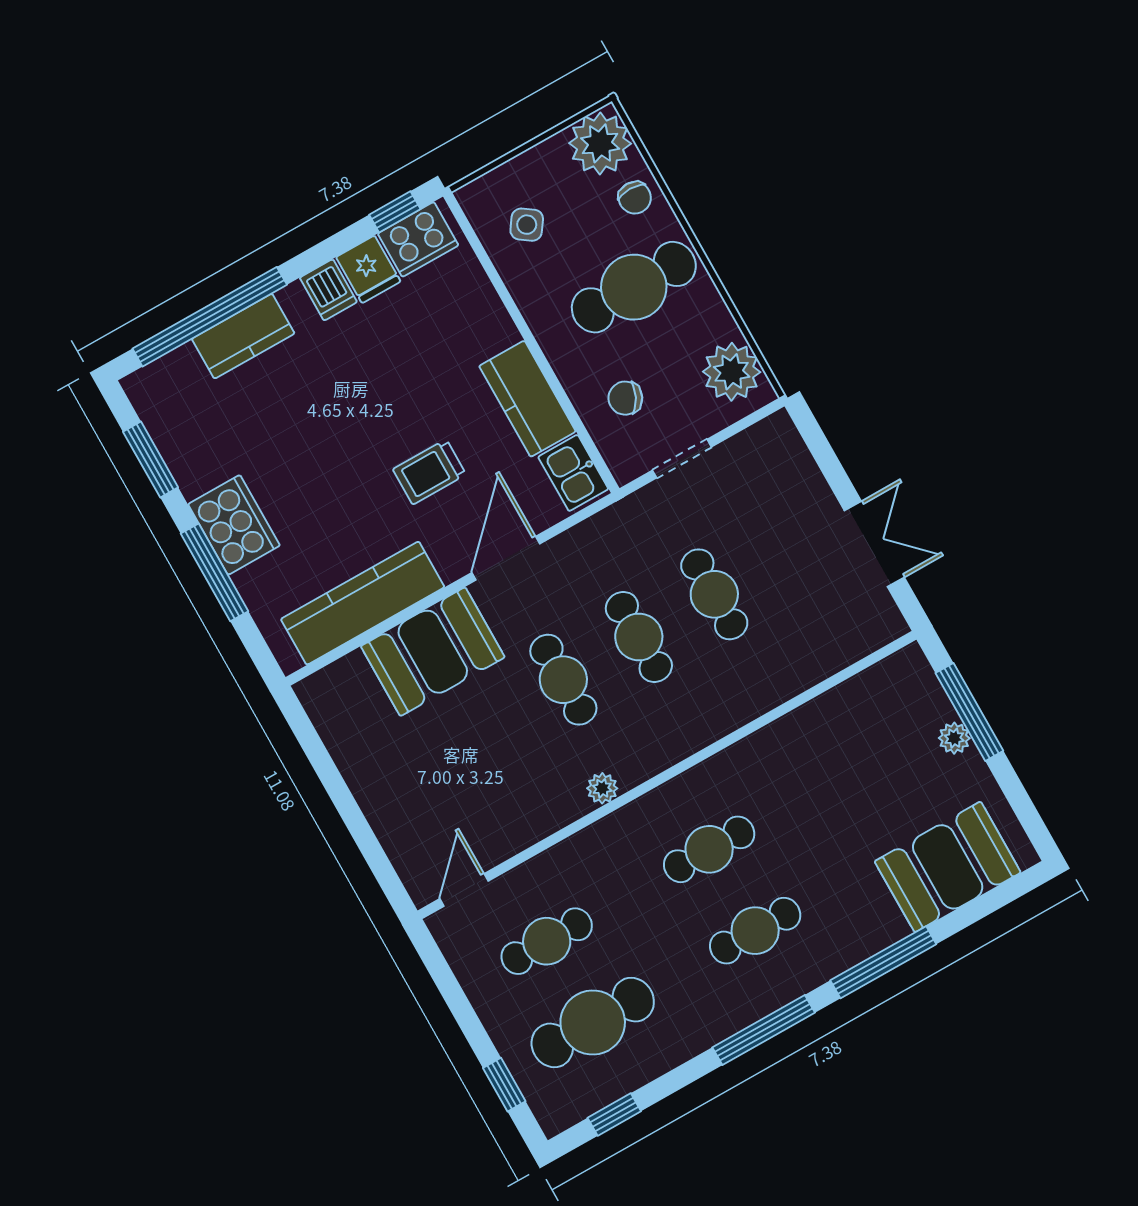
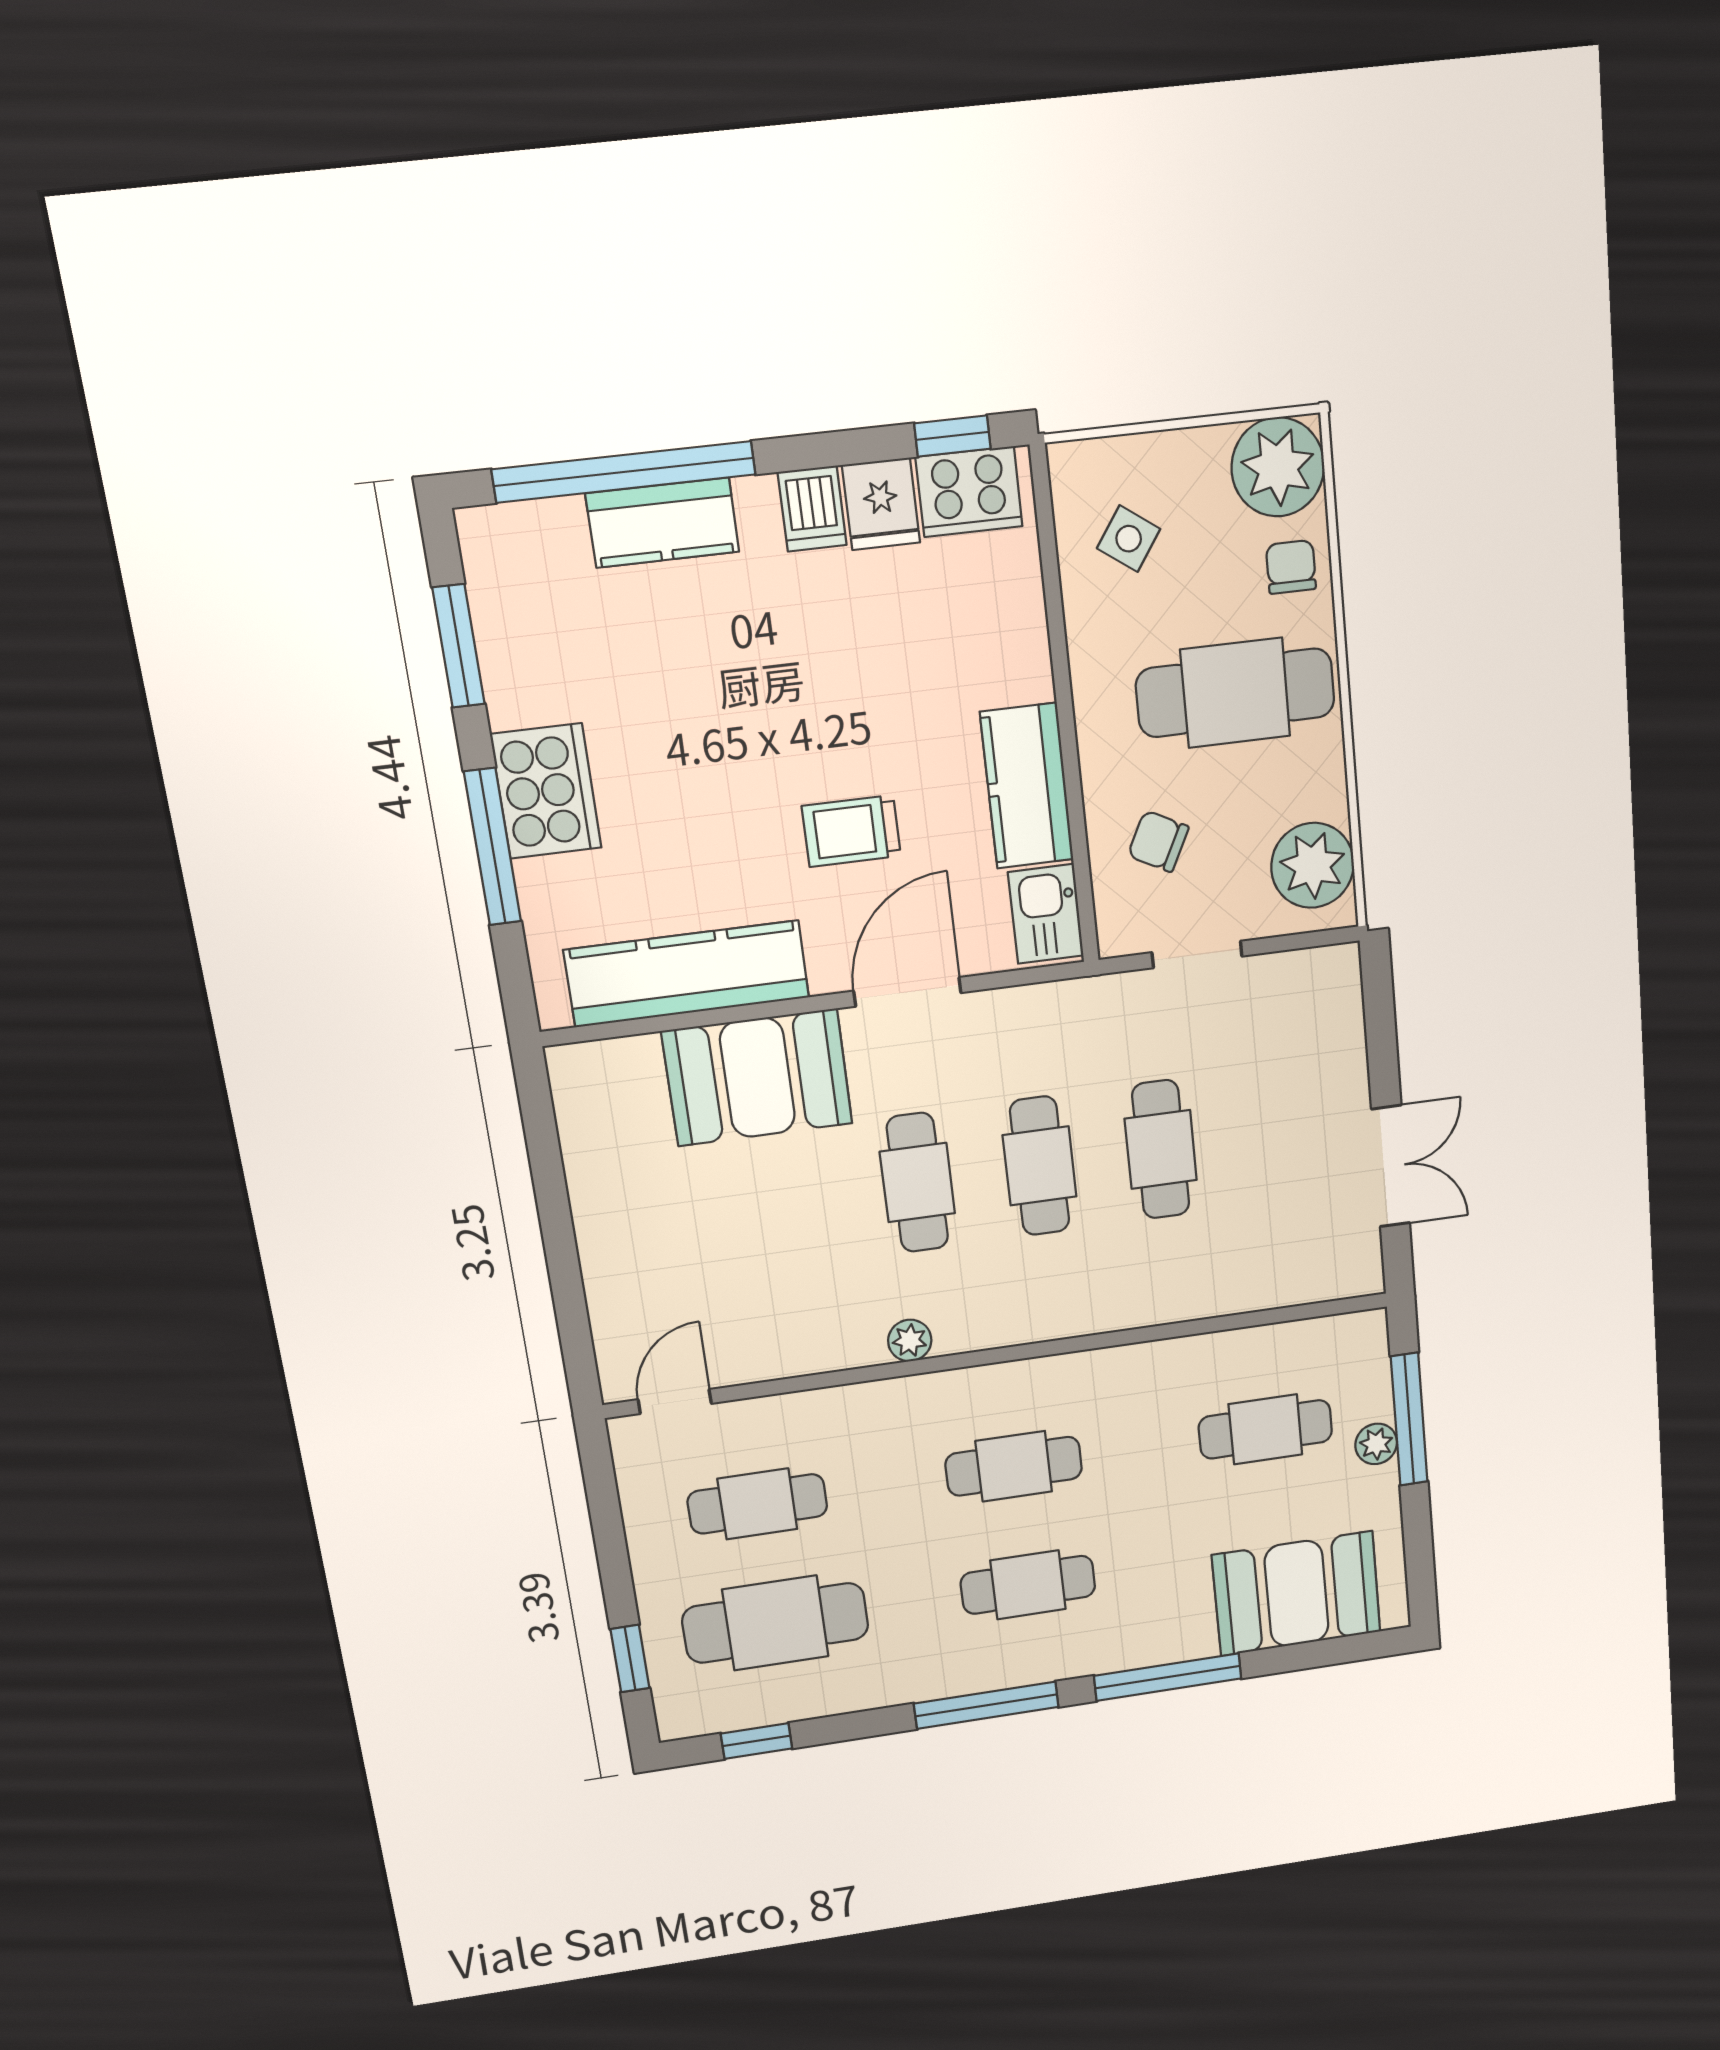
chair: (635, 198) -> (1291, 567), turned 180
cafe table: (872, 757) -> (1265, 1429), added

